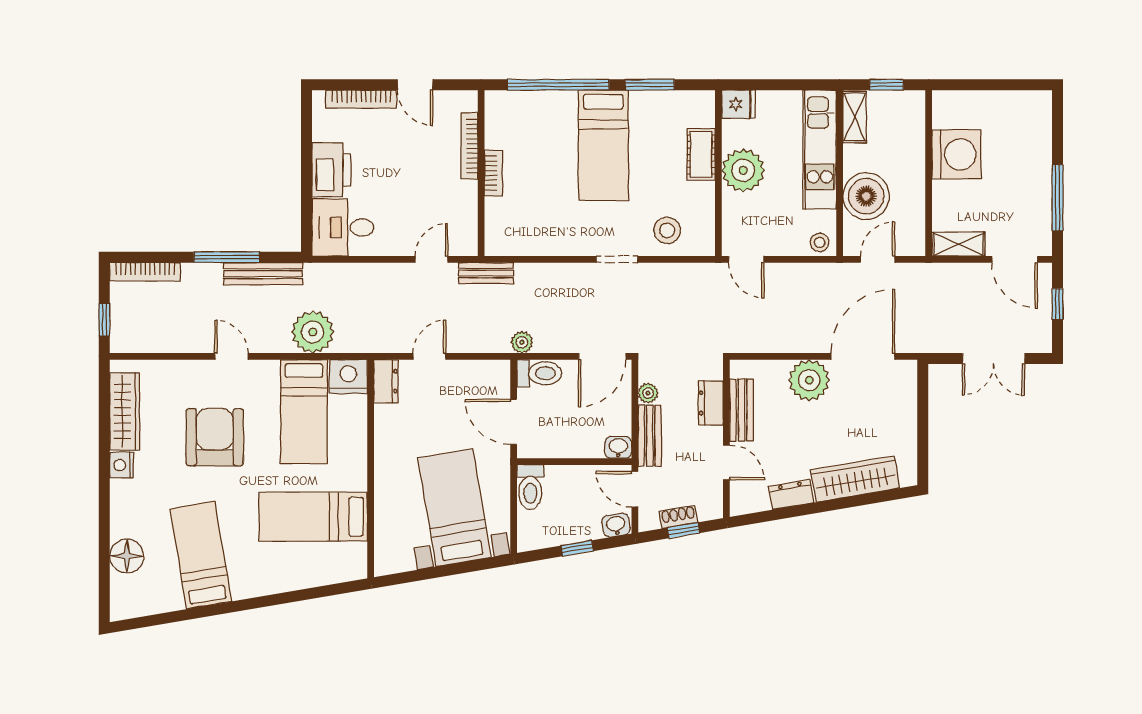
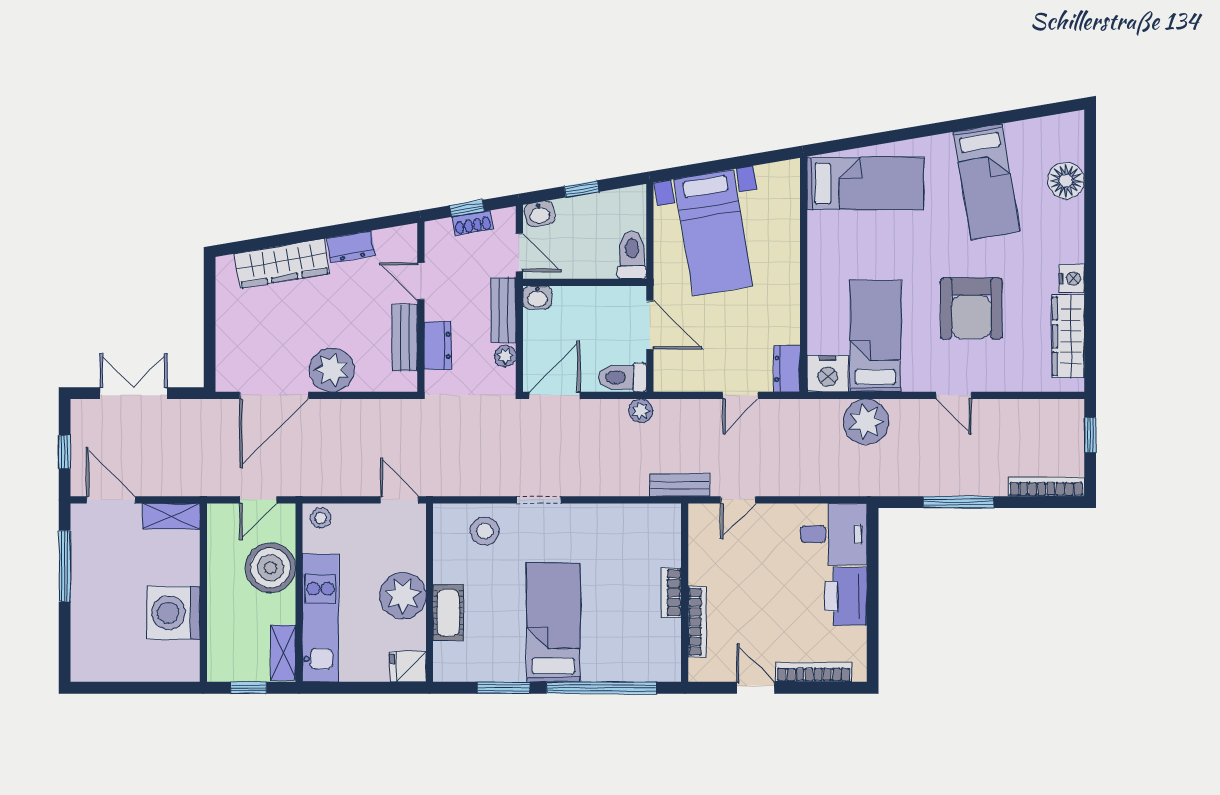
bench: (263, 274) -> (919, 484), removed
bed: (313, 517) -> (865, 183), moved

